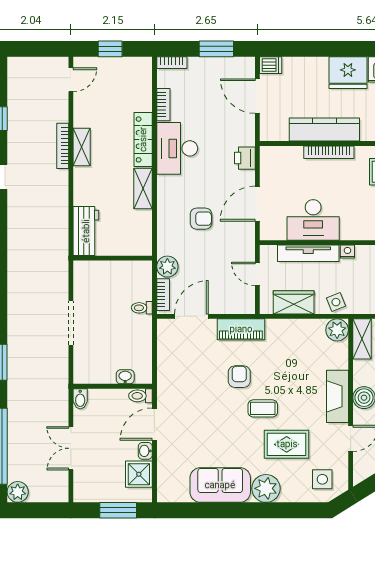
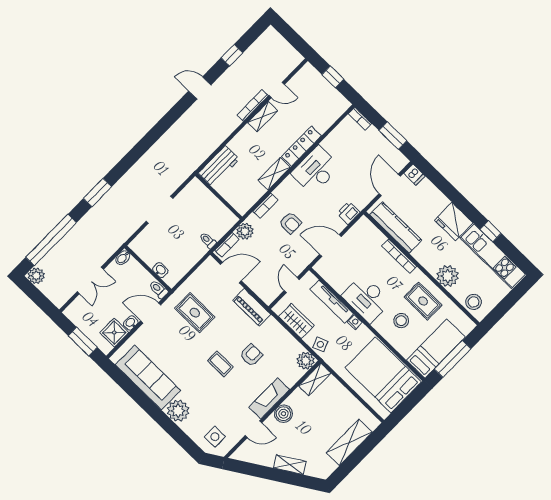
door: (71, 80) -> (277, 90), moved
bookcase: (163, 105) -> (265, 206), moved
kitchen counter: (324, 130) -> (396, 228), moved
desk: (313, 220) -> (366, 299), moved
armchair: (239, 377) -> (251, 355), moved
rug: (287, 444) -> (195, 313), moved
double door: (71, 448) -> (90, 280), swing flipped
sofa: (220, 485) -> (148, 378), width x1.36

